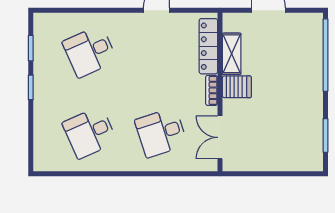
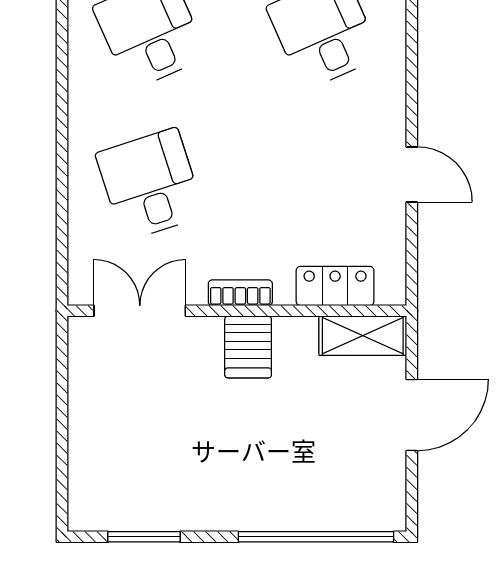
locker: (208, 46) -> (335, 286), width x0.66
shelving: (232, 54) -> (363, 336), moved

